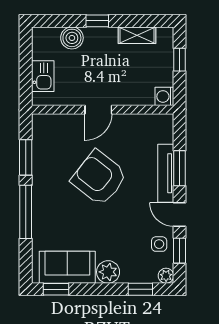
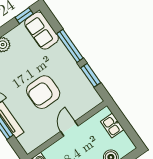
armchair: (99, 178) -> (43, 92), turned 142
sofa: (67, 267) -> (41, 31), moved, turned 90

